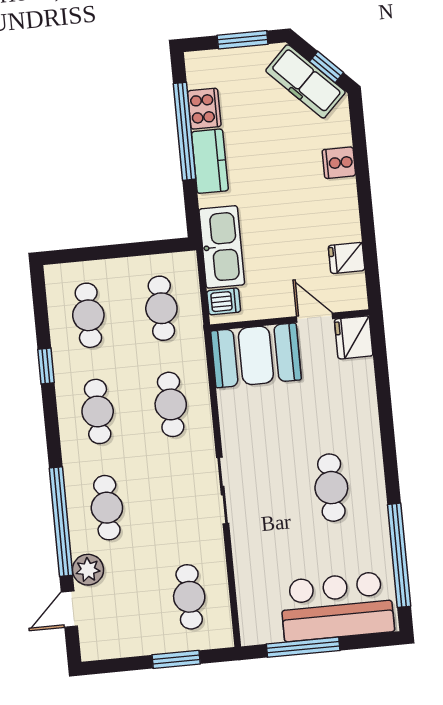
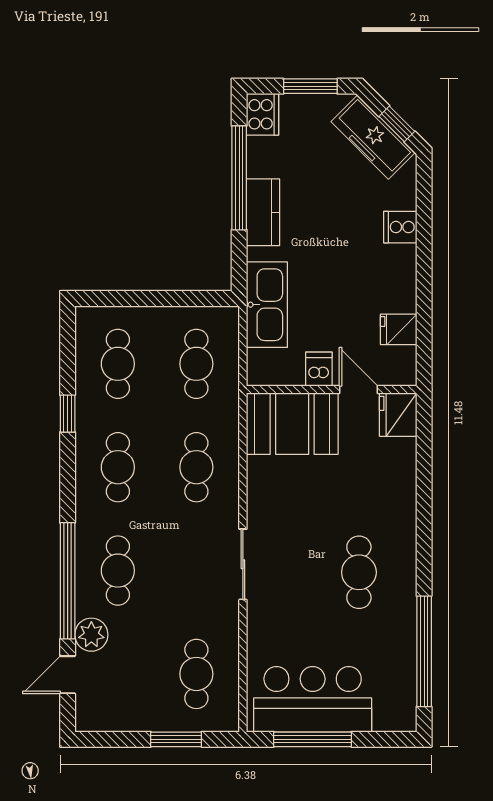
cooker: (204, 109) -> (263, 114), moved
dishwasher: (224, 301) -> (319, 369), moved, turned -90
bar counter: (337, 606) -> (313, 699), moved

